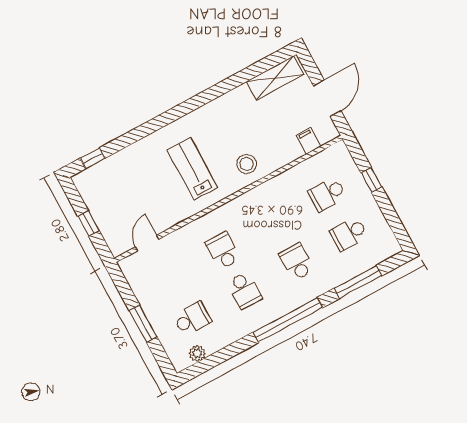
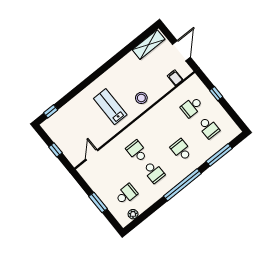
school desk: (349, 234) -> (209, 128), turned -90

